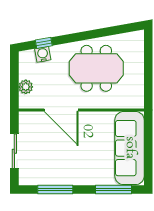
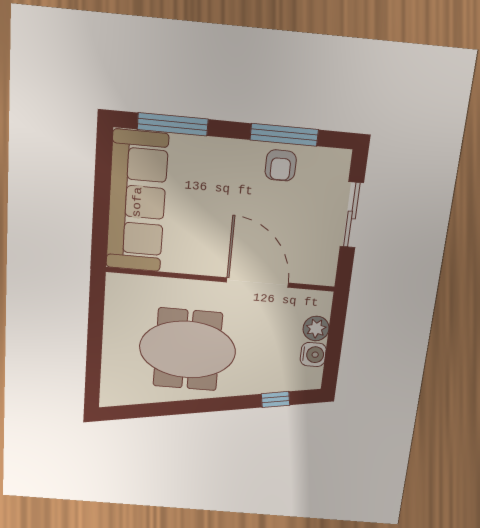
water cooler: (43, 54) -> (313, 355), moved, turned -80
armchair: (55, 174) -> (281, 165), added

